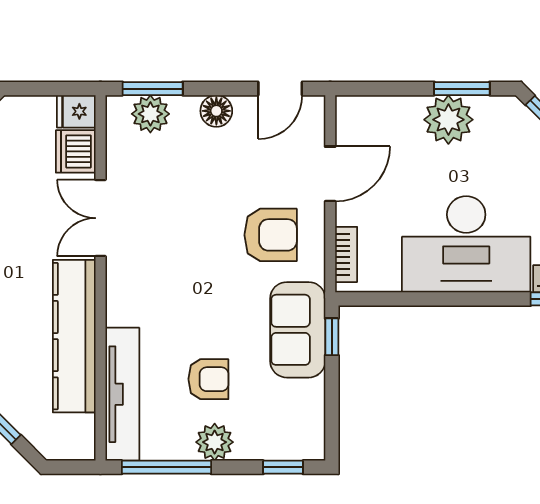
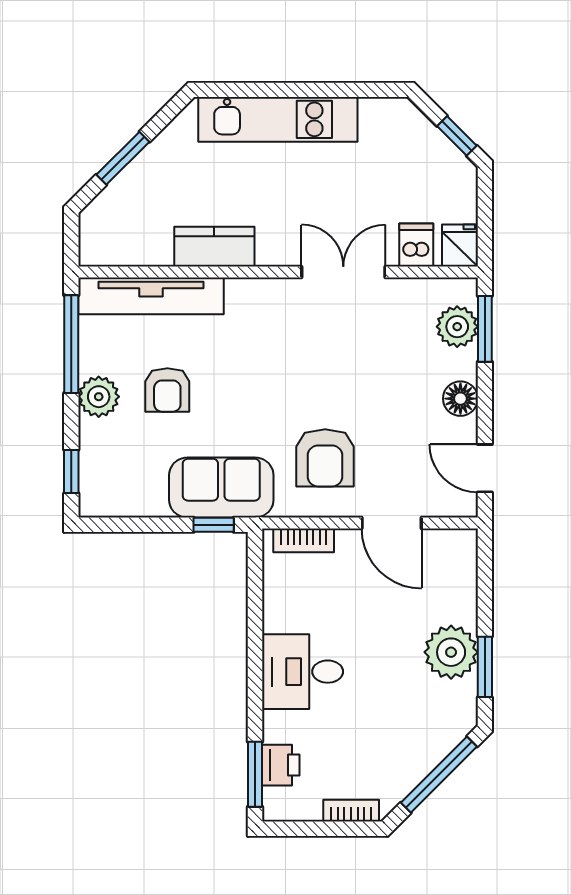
dishwasher: (76, 151) -> (416, 245), width x0.73
desk: (466, 244) -> (303, 672), width x0.53, depth x0.77
kitchen counter: (74, 336) -> (214, 247), width x0.48, depth x0.86

